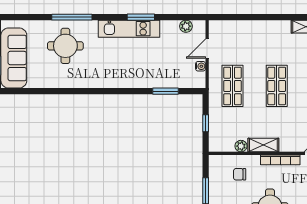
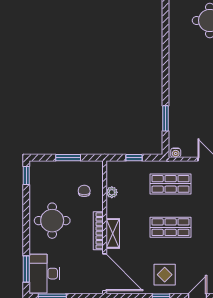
water cooler: (201, 66) -> (176, 153), moved
shelving: (263, 145) -> (113, 233), moved

